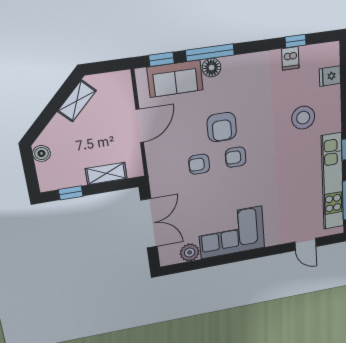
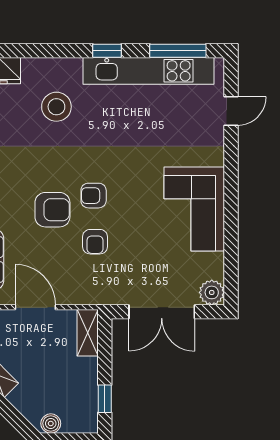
armchair: (236, 157) -> (94, 196), turned 90
shelving: (106, 173) -> (88, 333), moved
double door: (149, 223) -> (162, 312), swing flipped
plant: (190, 252) -> (212, 292), moved

